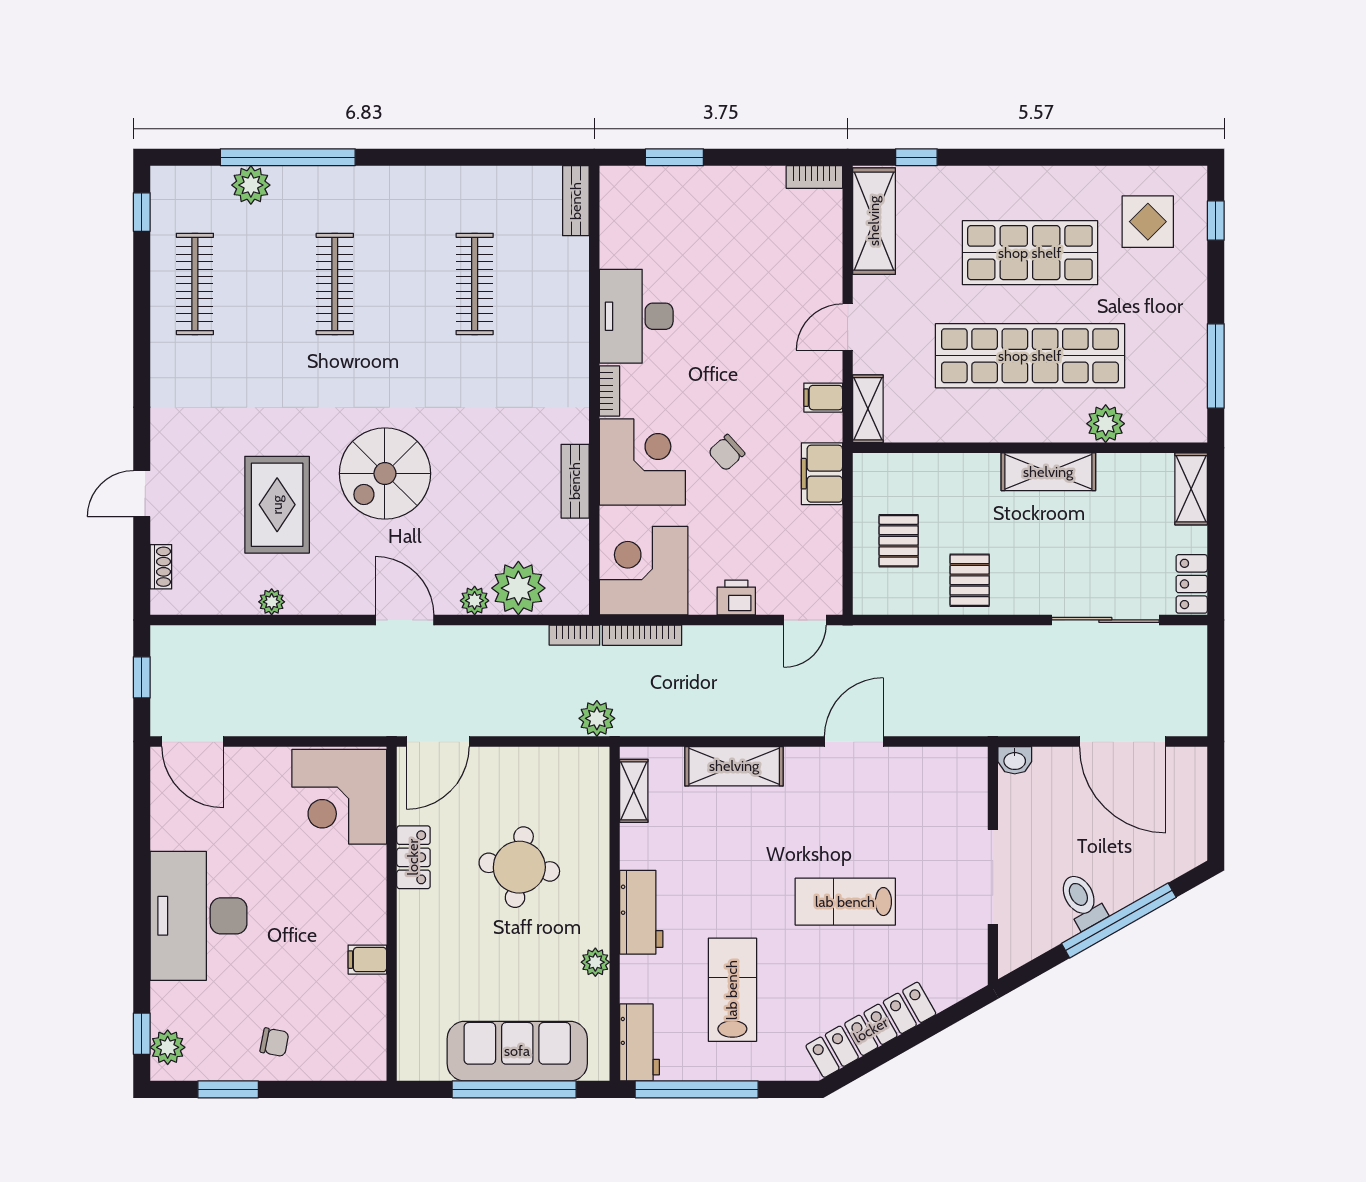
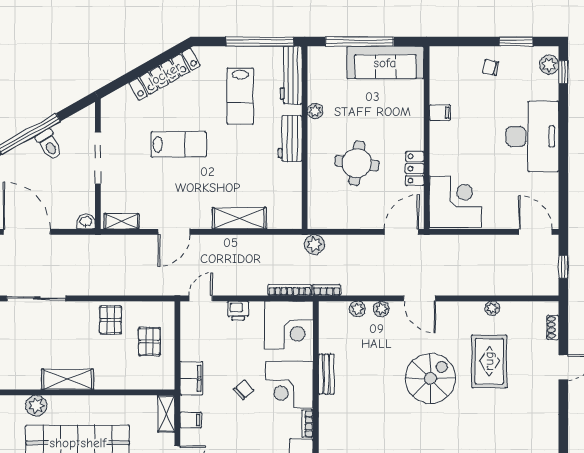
plant: (518, 588) -> (357, 309), width x0.53, depth x0.53
shelving: (634, 791) -> (122, 221), moved, turned 90
workbench: (640, 1042) -> (291, 75), width x1.38
sofa: (517, 1051) -> (385, 63), moved

